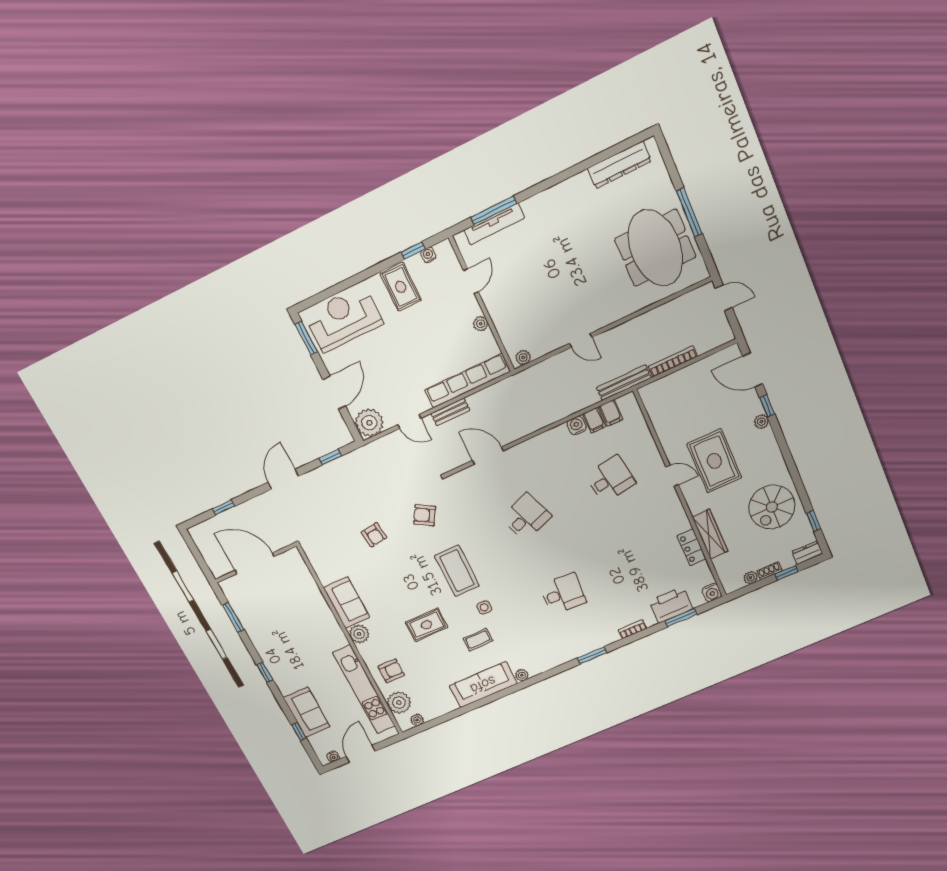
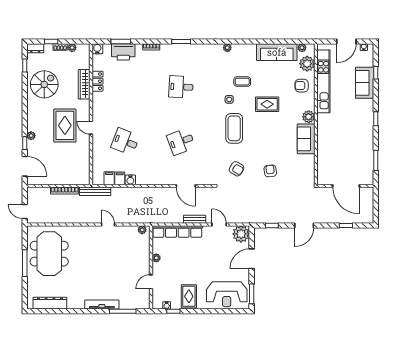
tv unit: (494, 224) -> (102, 304), moved
desk: (610, 479) -> (125, 142), turned 30
sofa: (483, 685) -> (277, 52), moved

